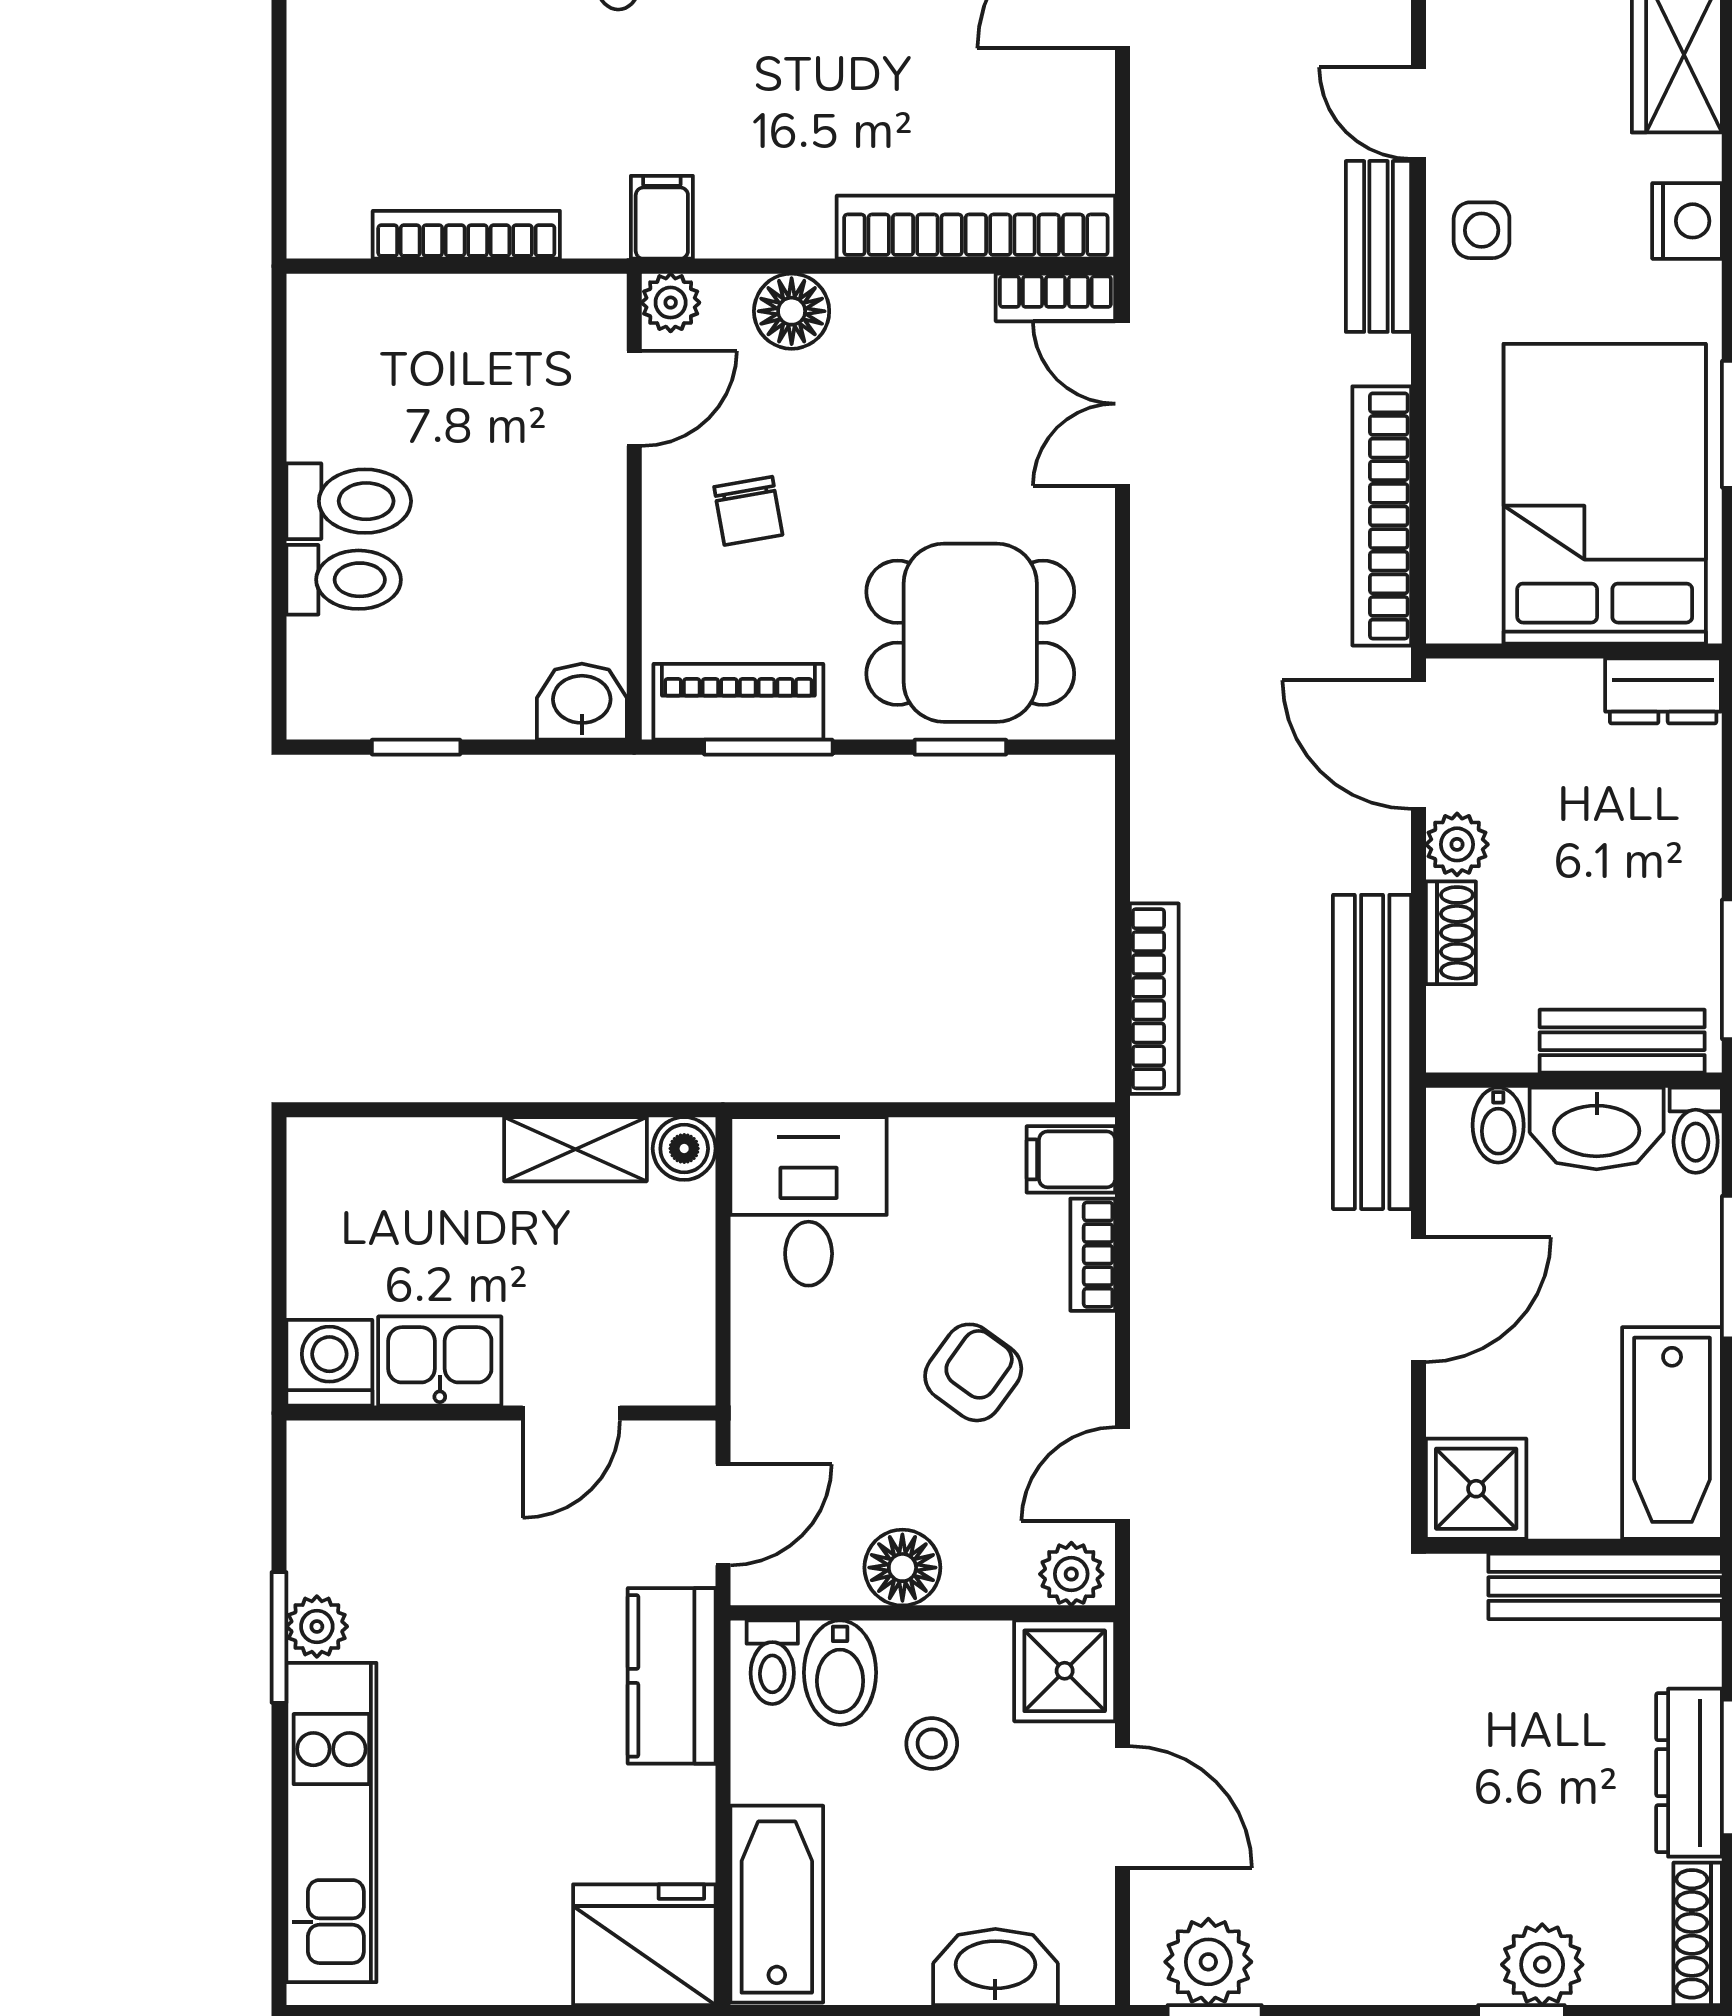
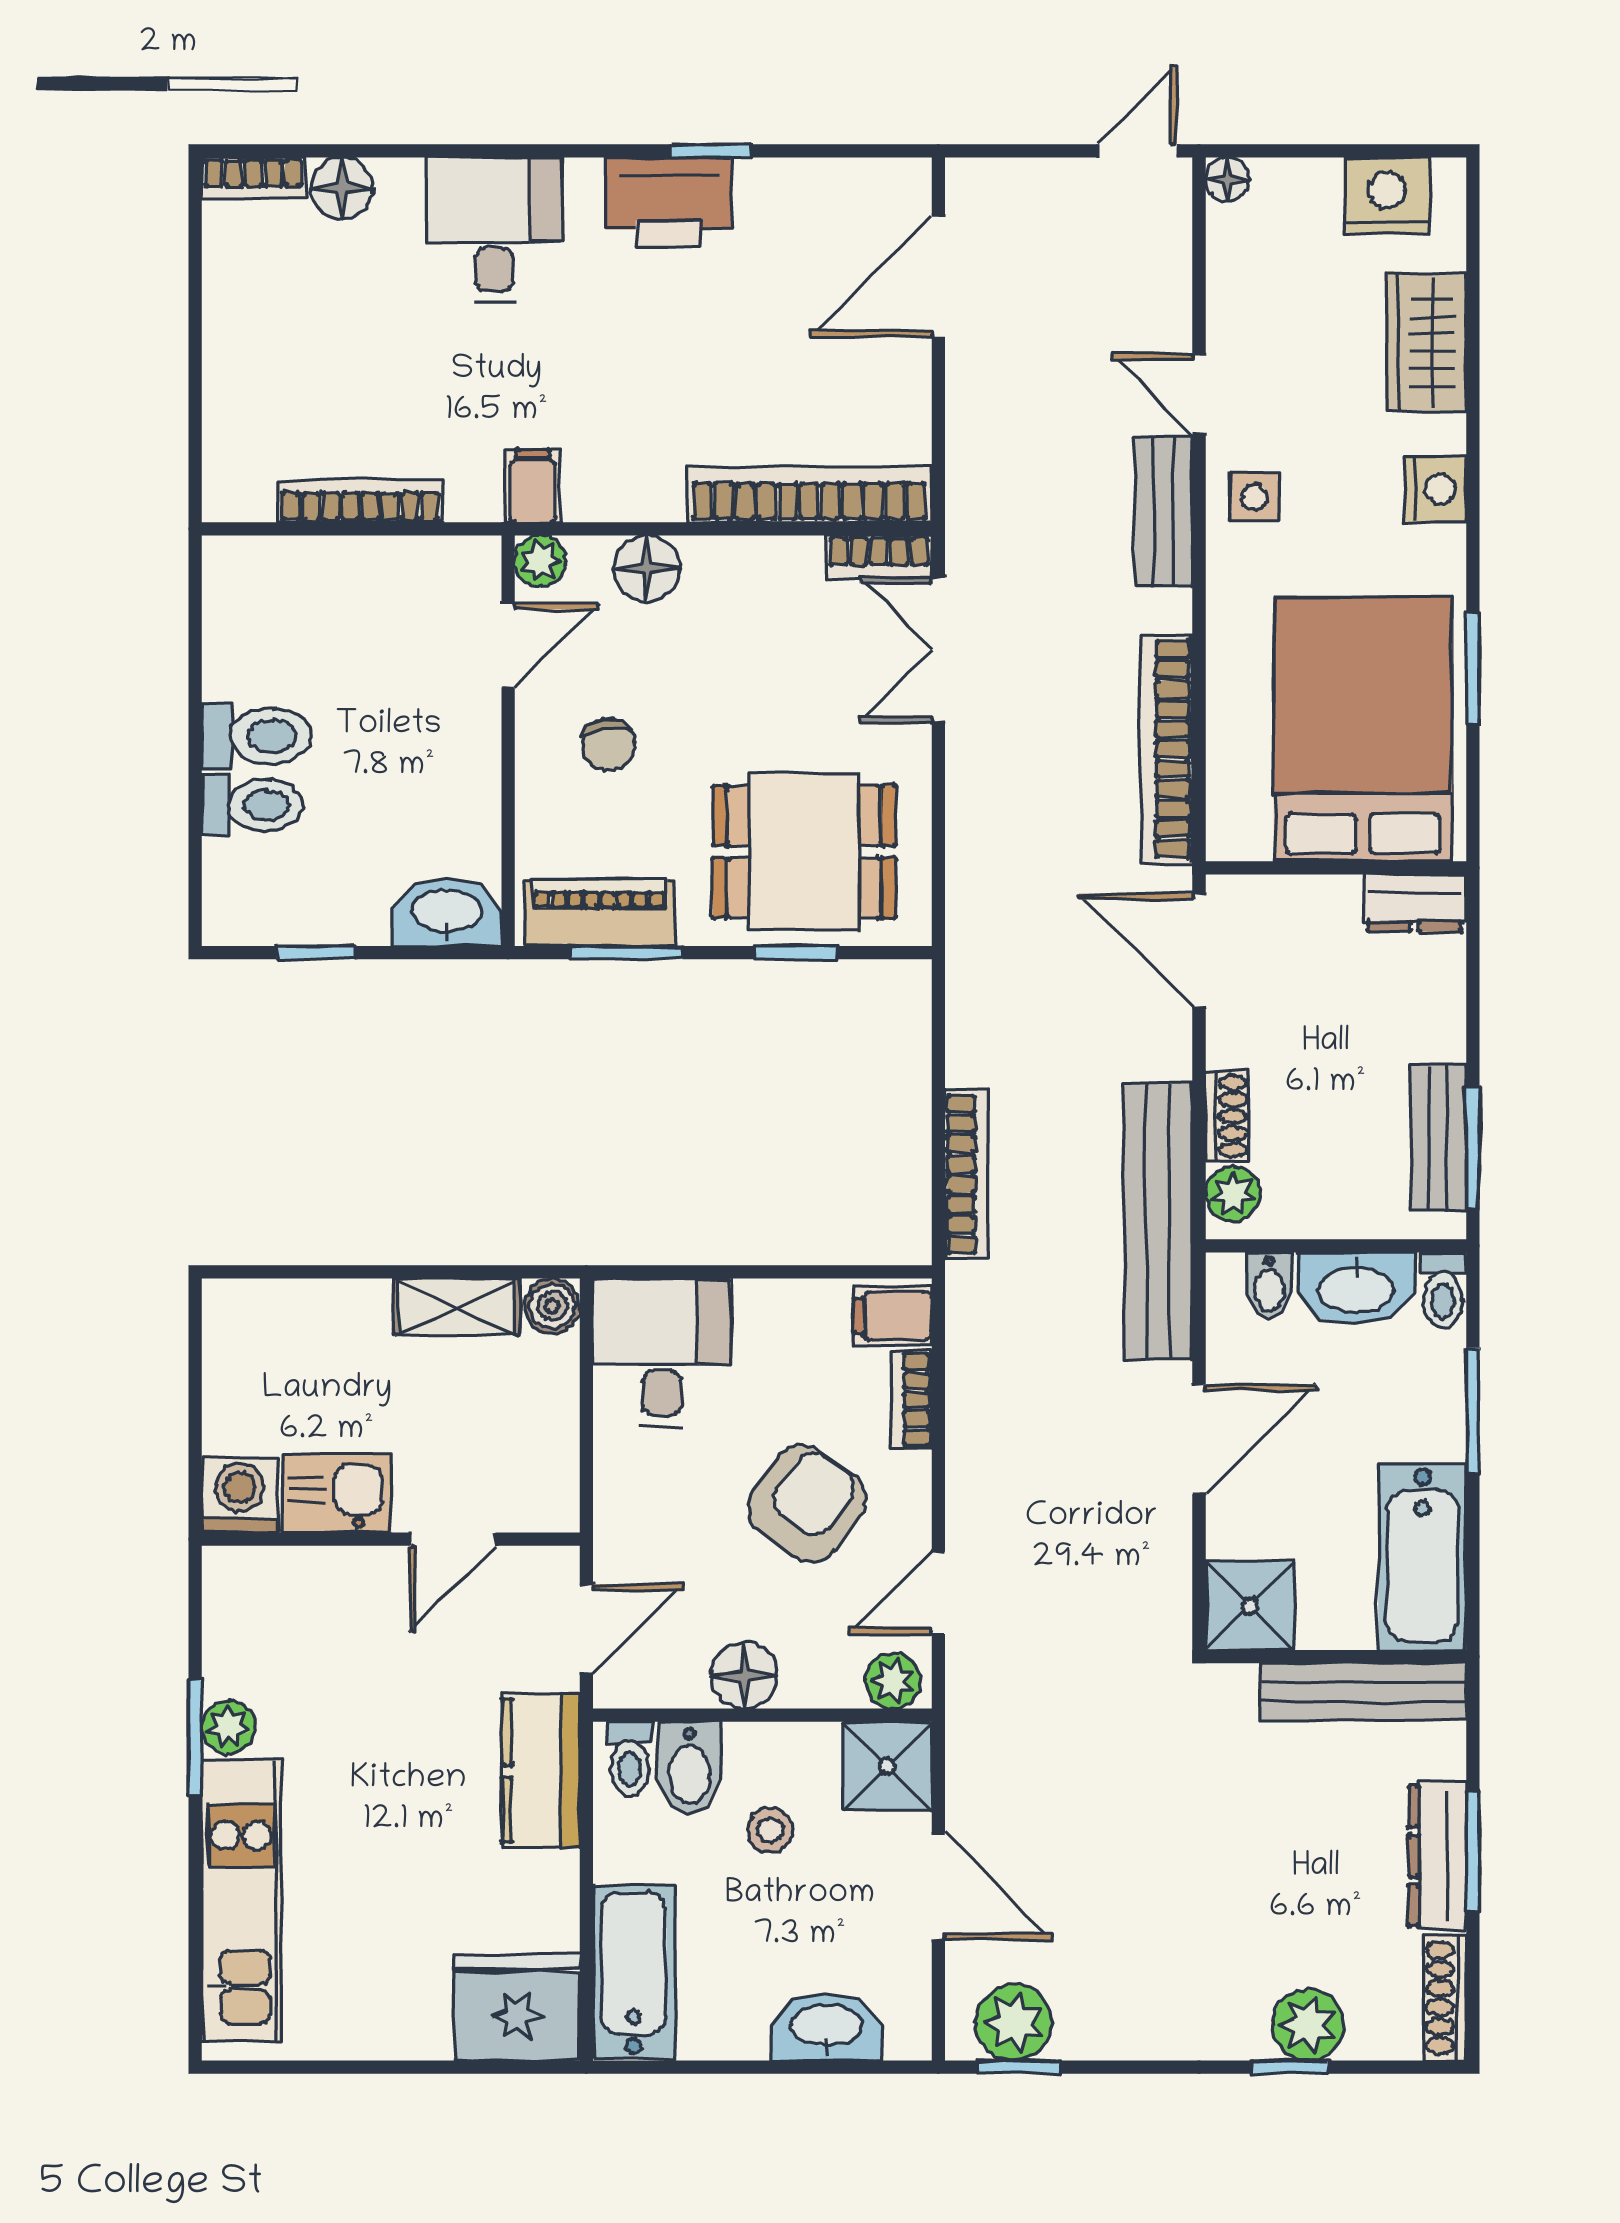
washbasin: (582, 702) -> (447, 913), width x1.38
plant: (1457, 844) -> (1233, 1194), moved
bench: (1622, 1041) -> (1438, 1137), moved, turned 90
armchair: (973, 1372) -> (807, 1503), width x1.38, depth x1.38

